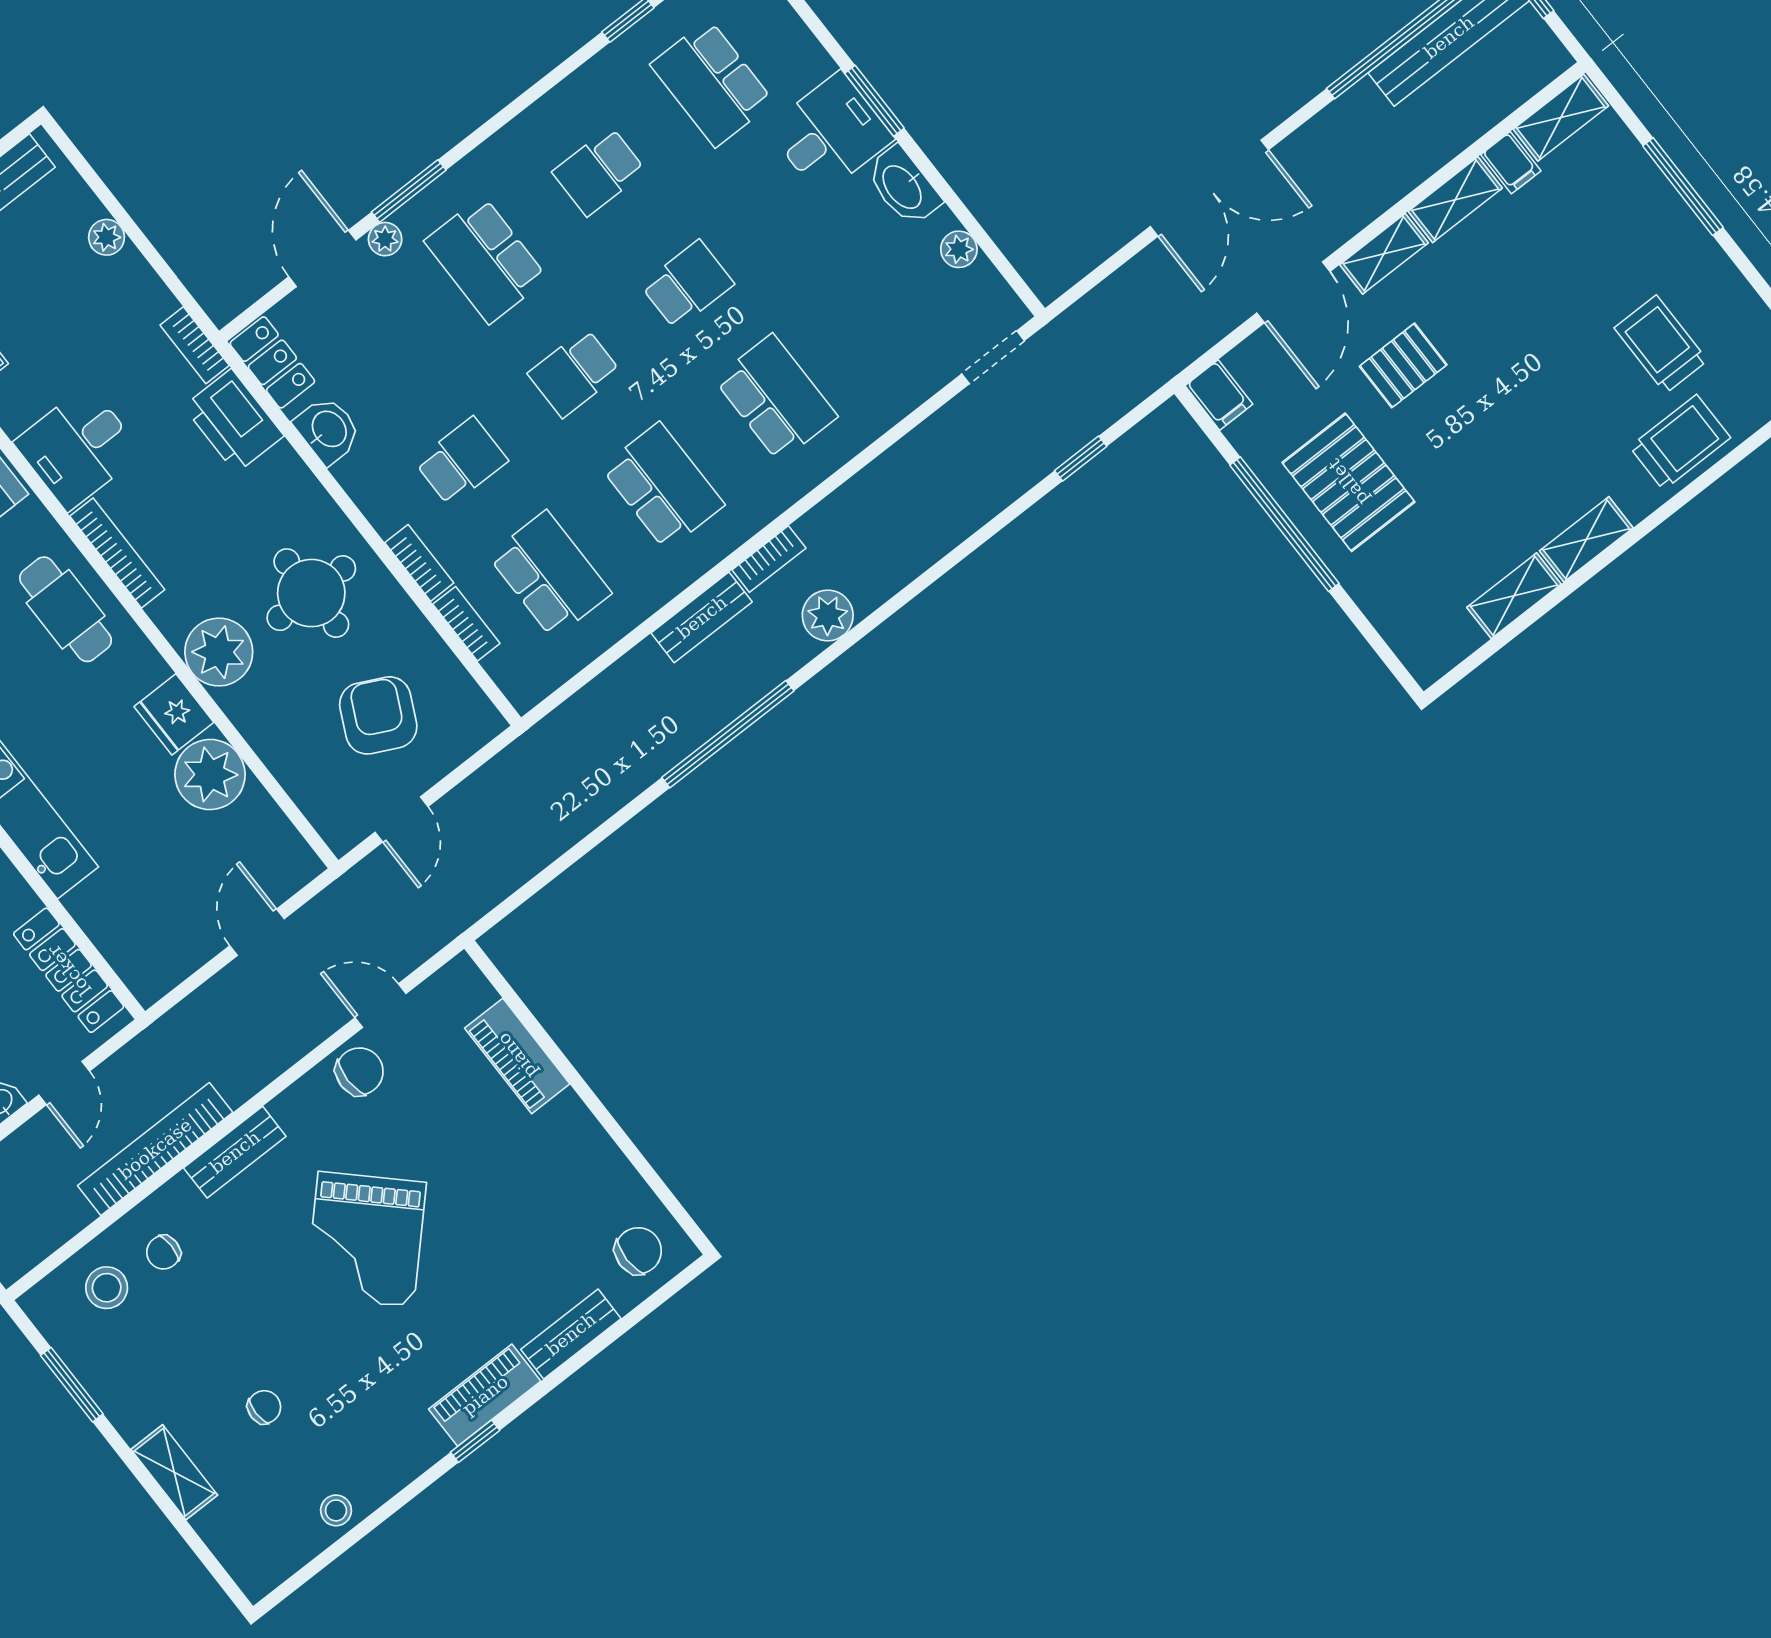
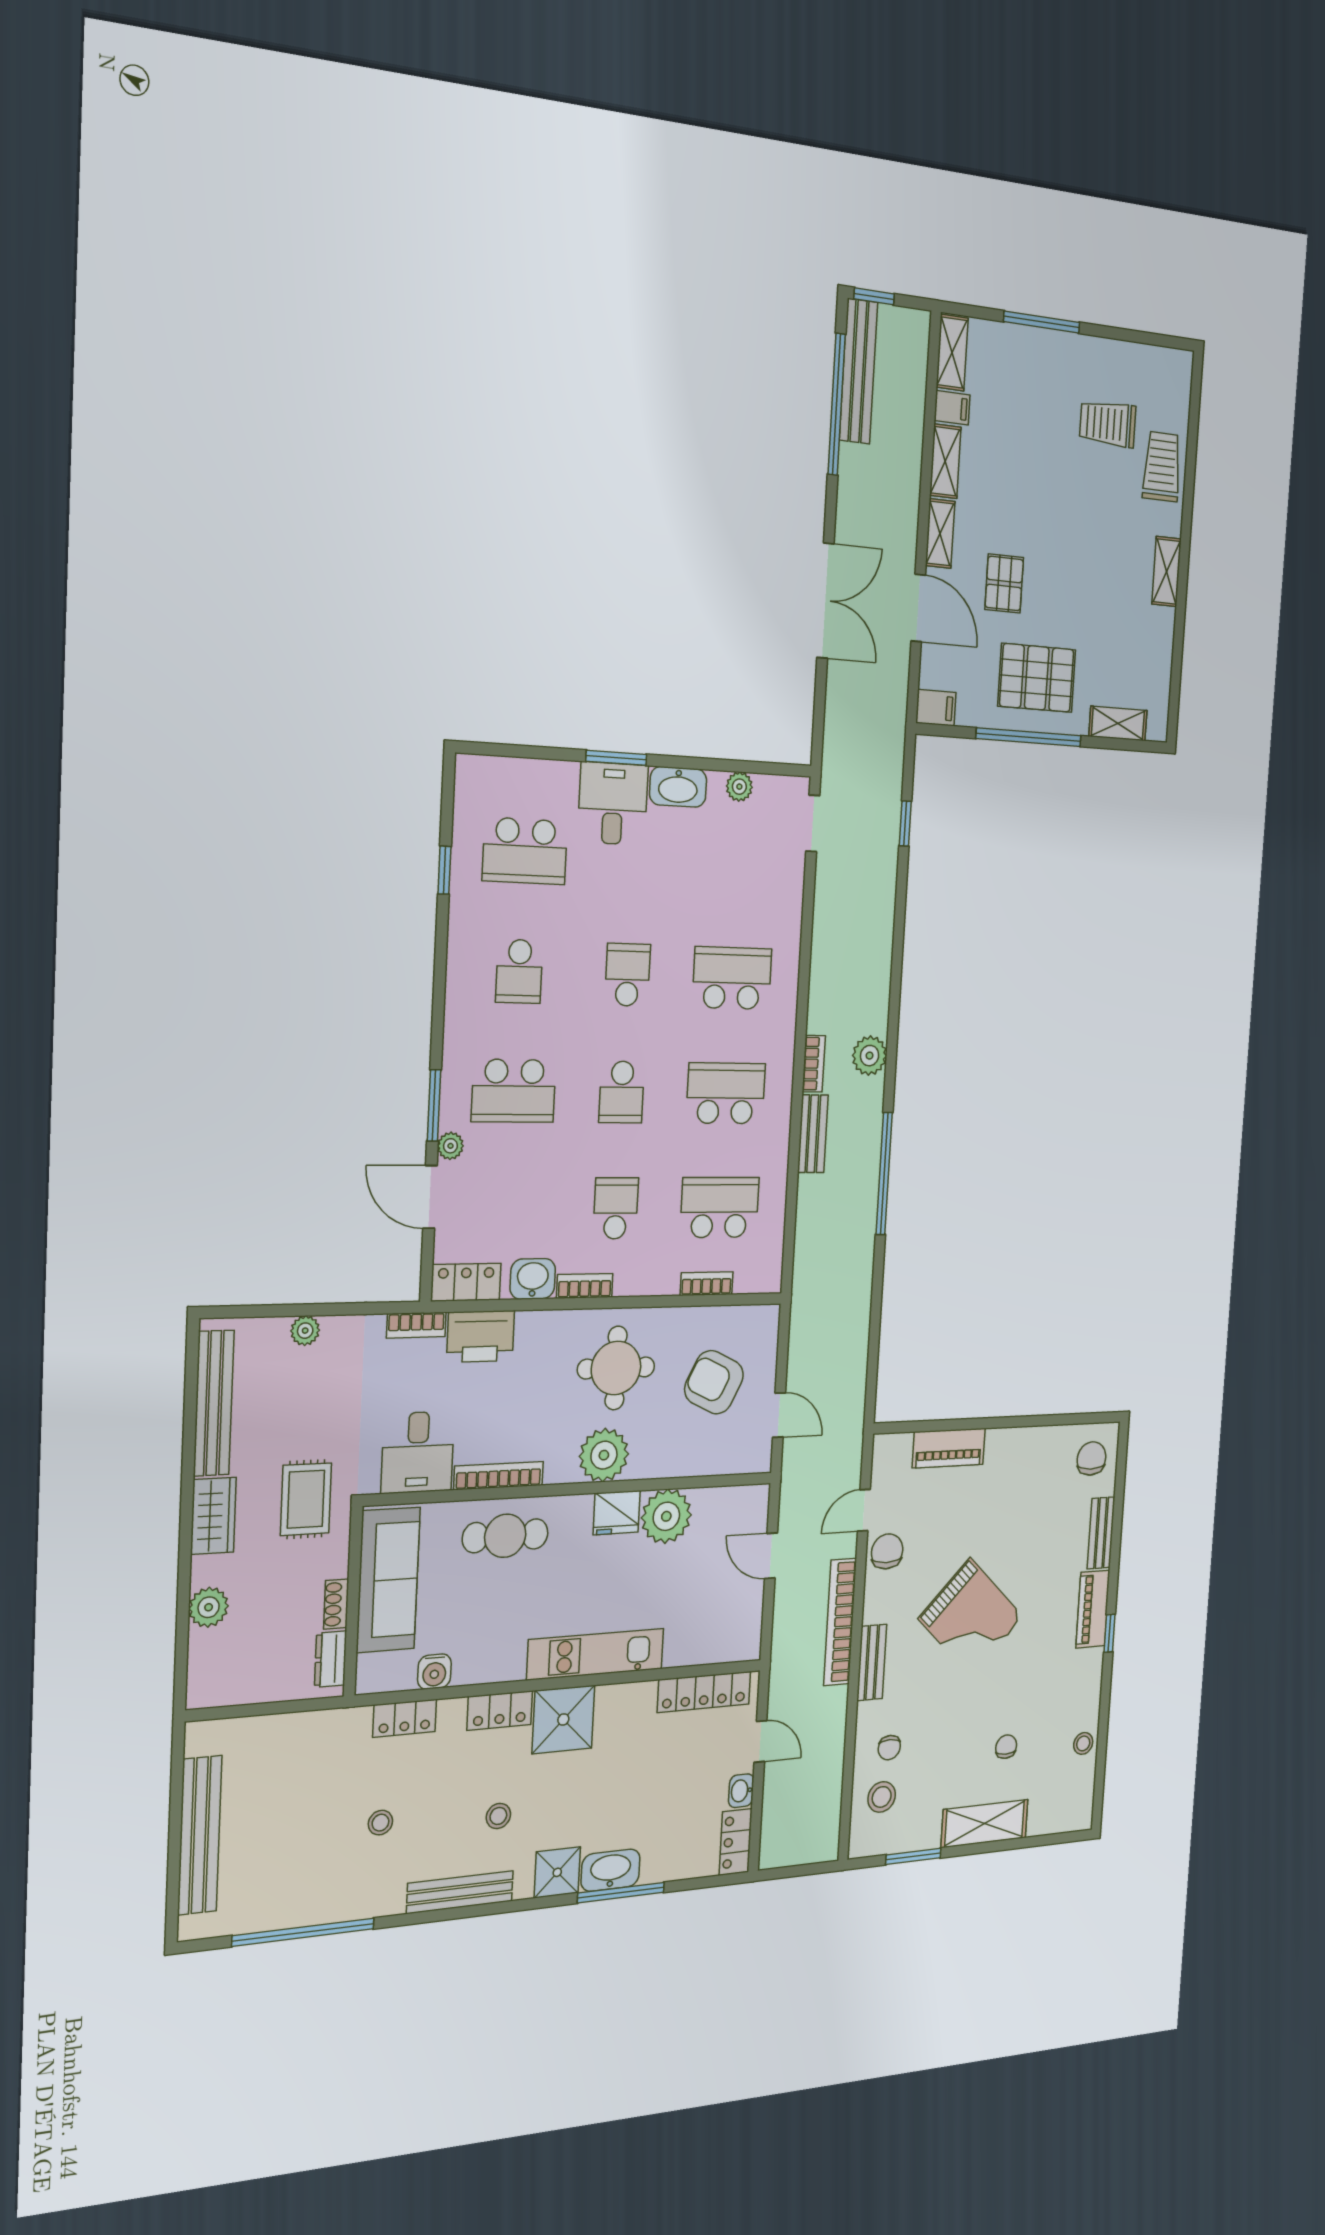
bookcase: (419, 563) -> (585, 1286), moved
shelving: (1514, 596) -> (1118, 723), moved, turned 90
bookcase: (155, 1149) -> (840, 1622), moved
shelving: (174, 1472) -> (985, 1824), width x1.50, depth x1.33

